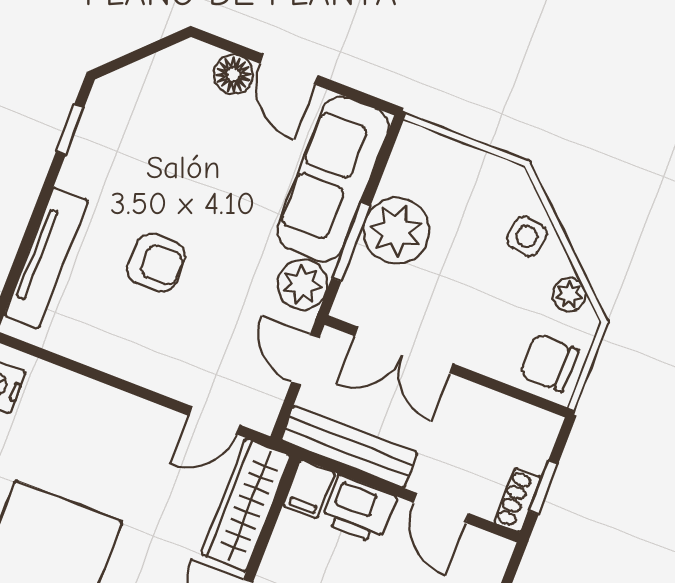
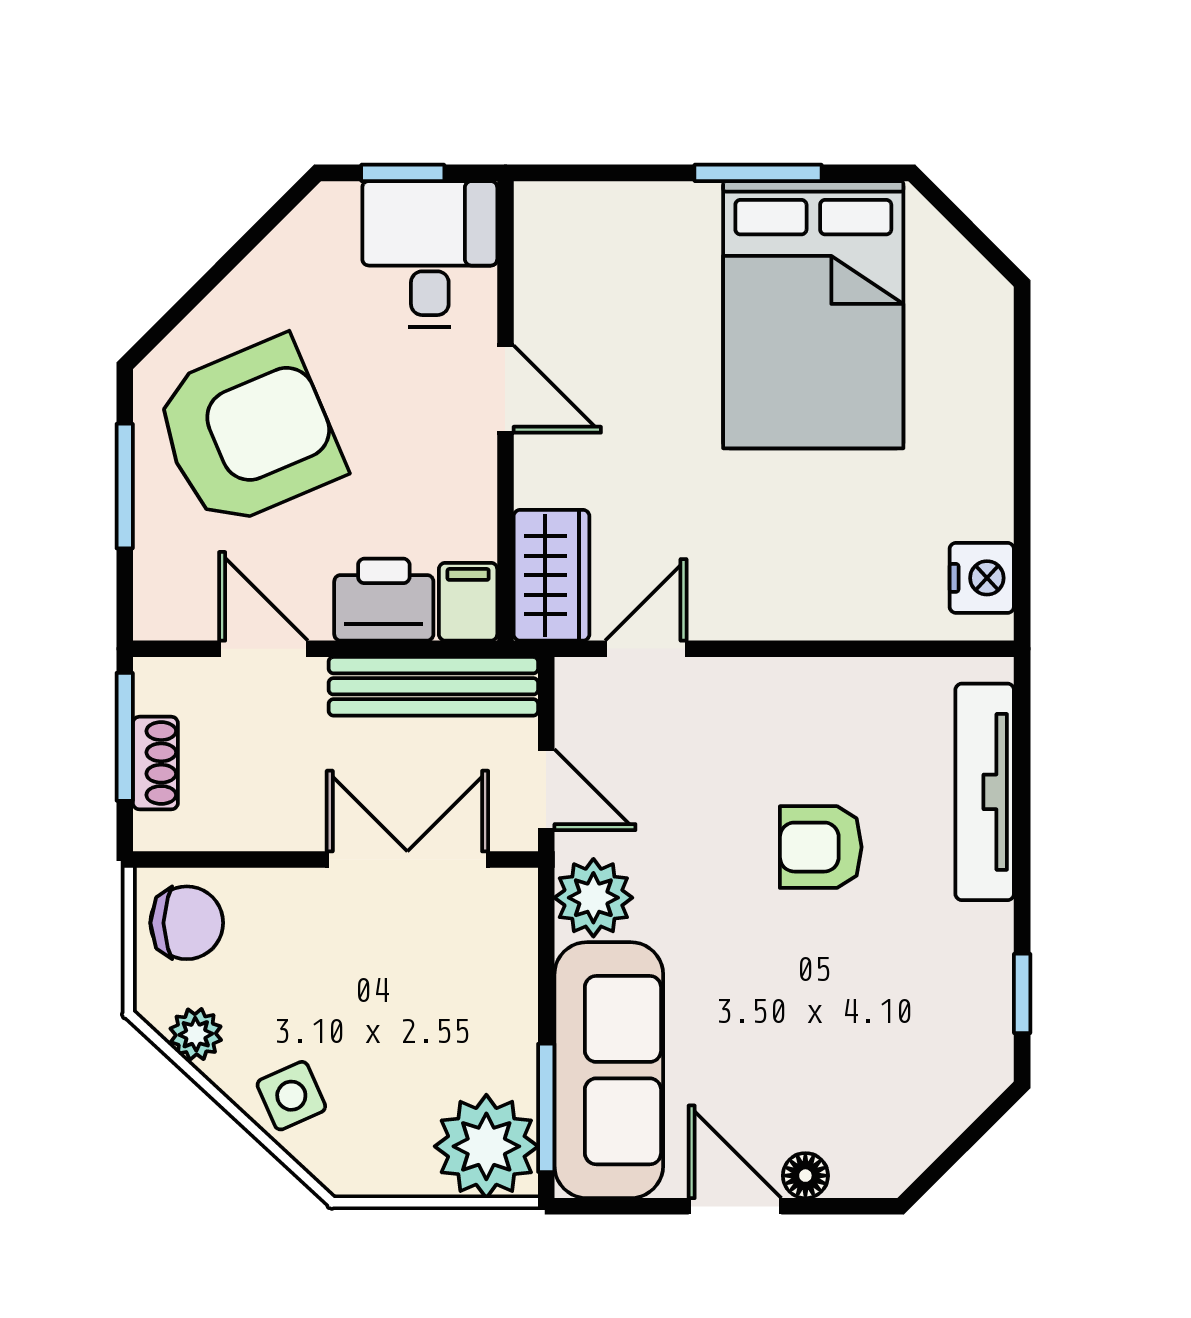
floor lamp: (233, 74) -> (805, 1176), width x0.73, depth x0.73
plant: (396, 231) -> (486, 1146), moved
side table: (527, 236) -> (291, 1096), turned -32
window: (351, 242) -> (546, 1108), moved
window: (543, 487) -> (125, 737), width x1.50
shoe rack: (518, 500) -> (155, 763), moved
wardrobe: (246, 505) -> (552, 575), width x0.67

